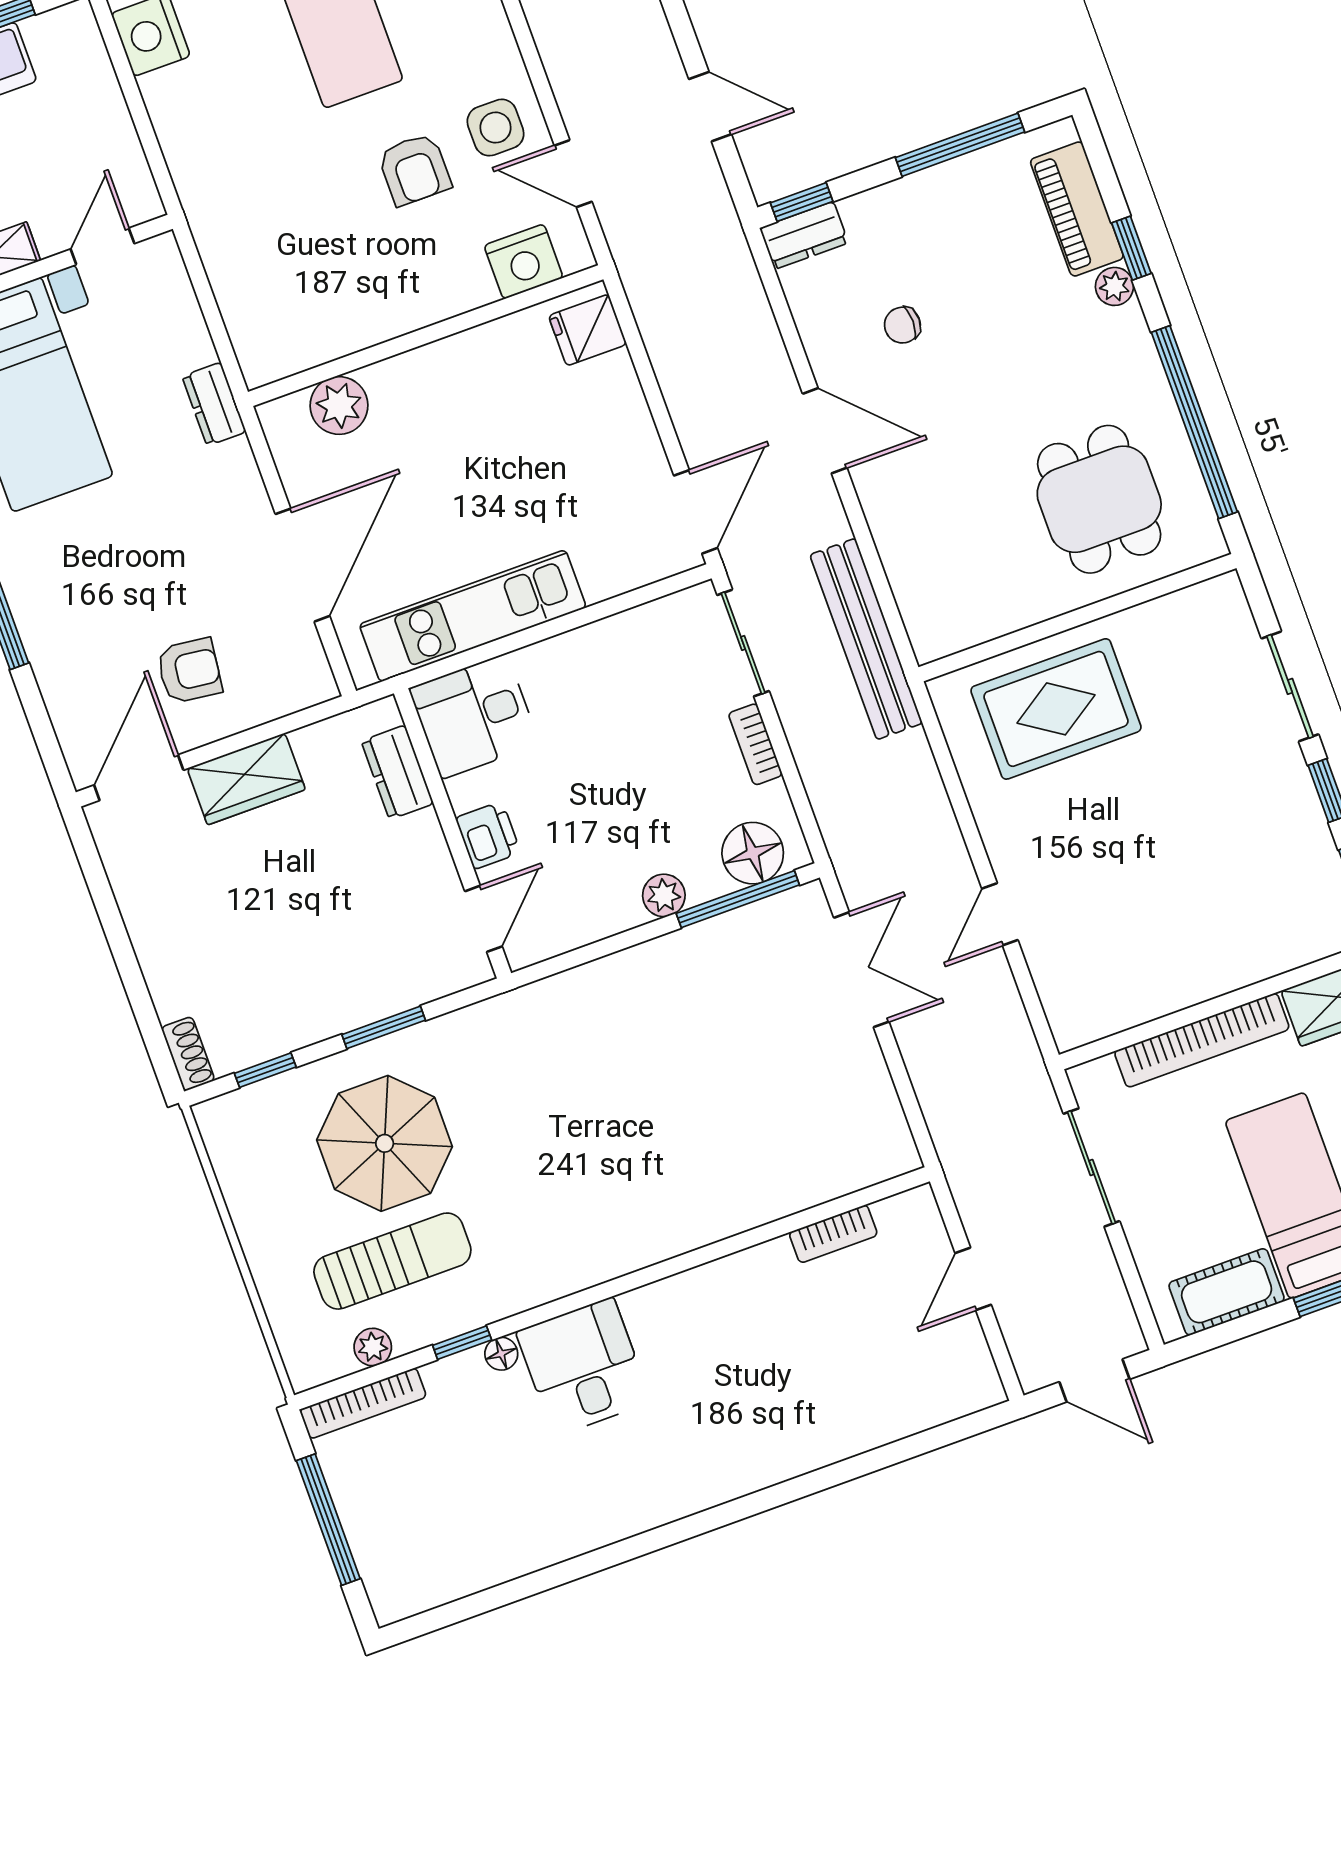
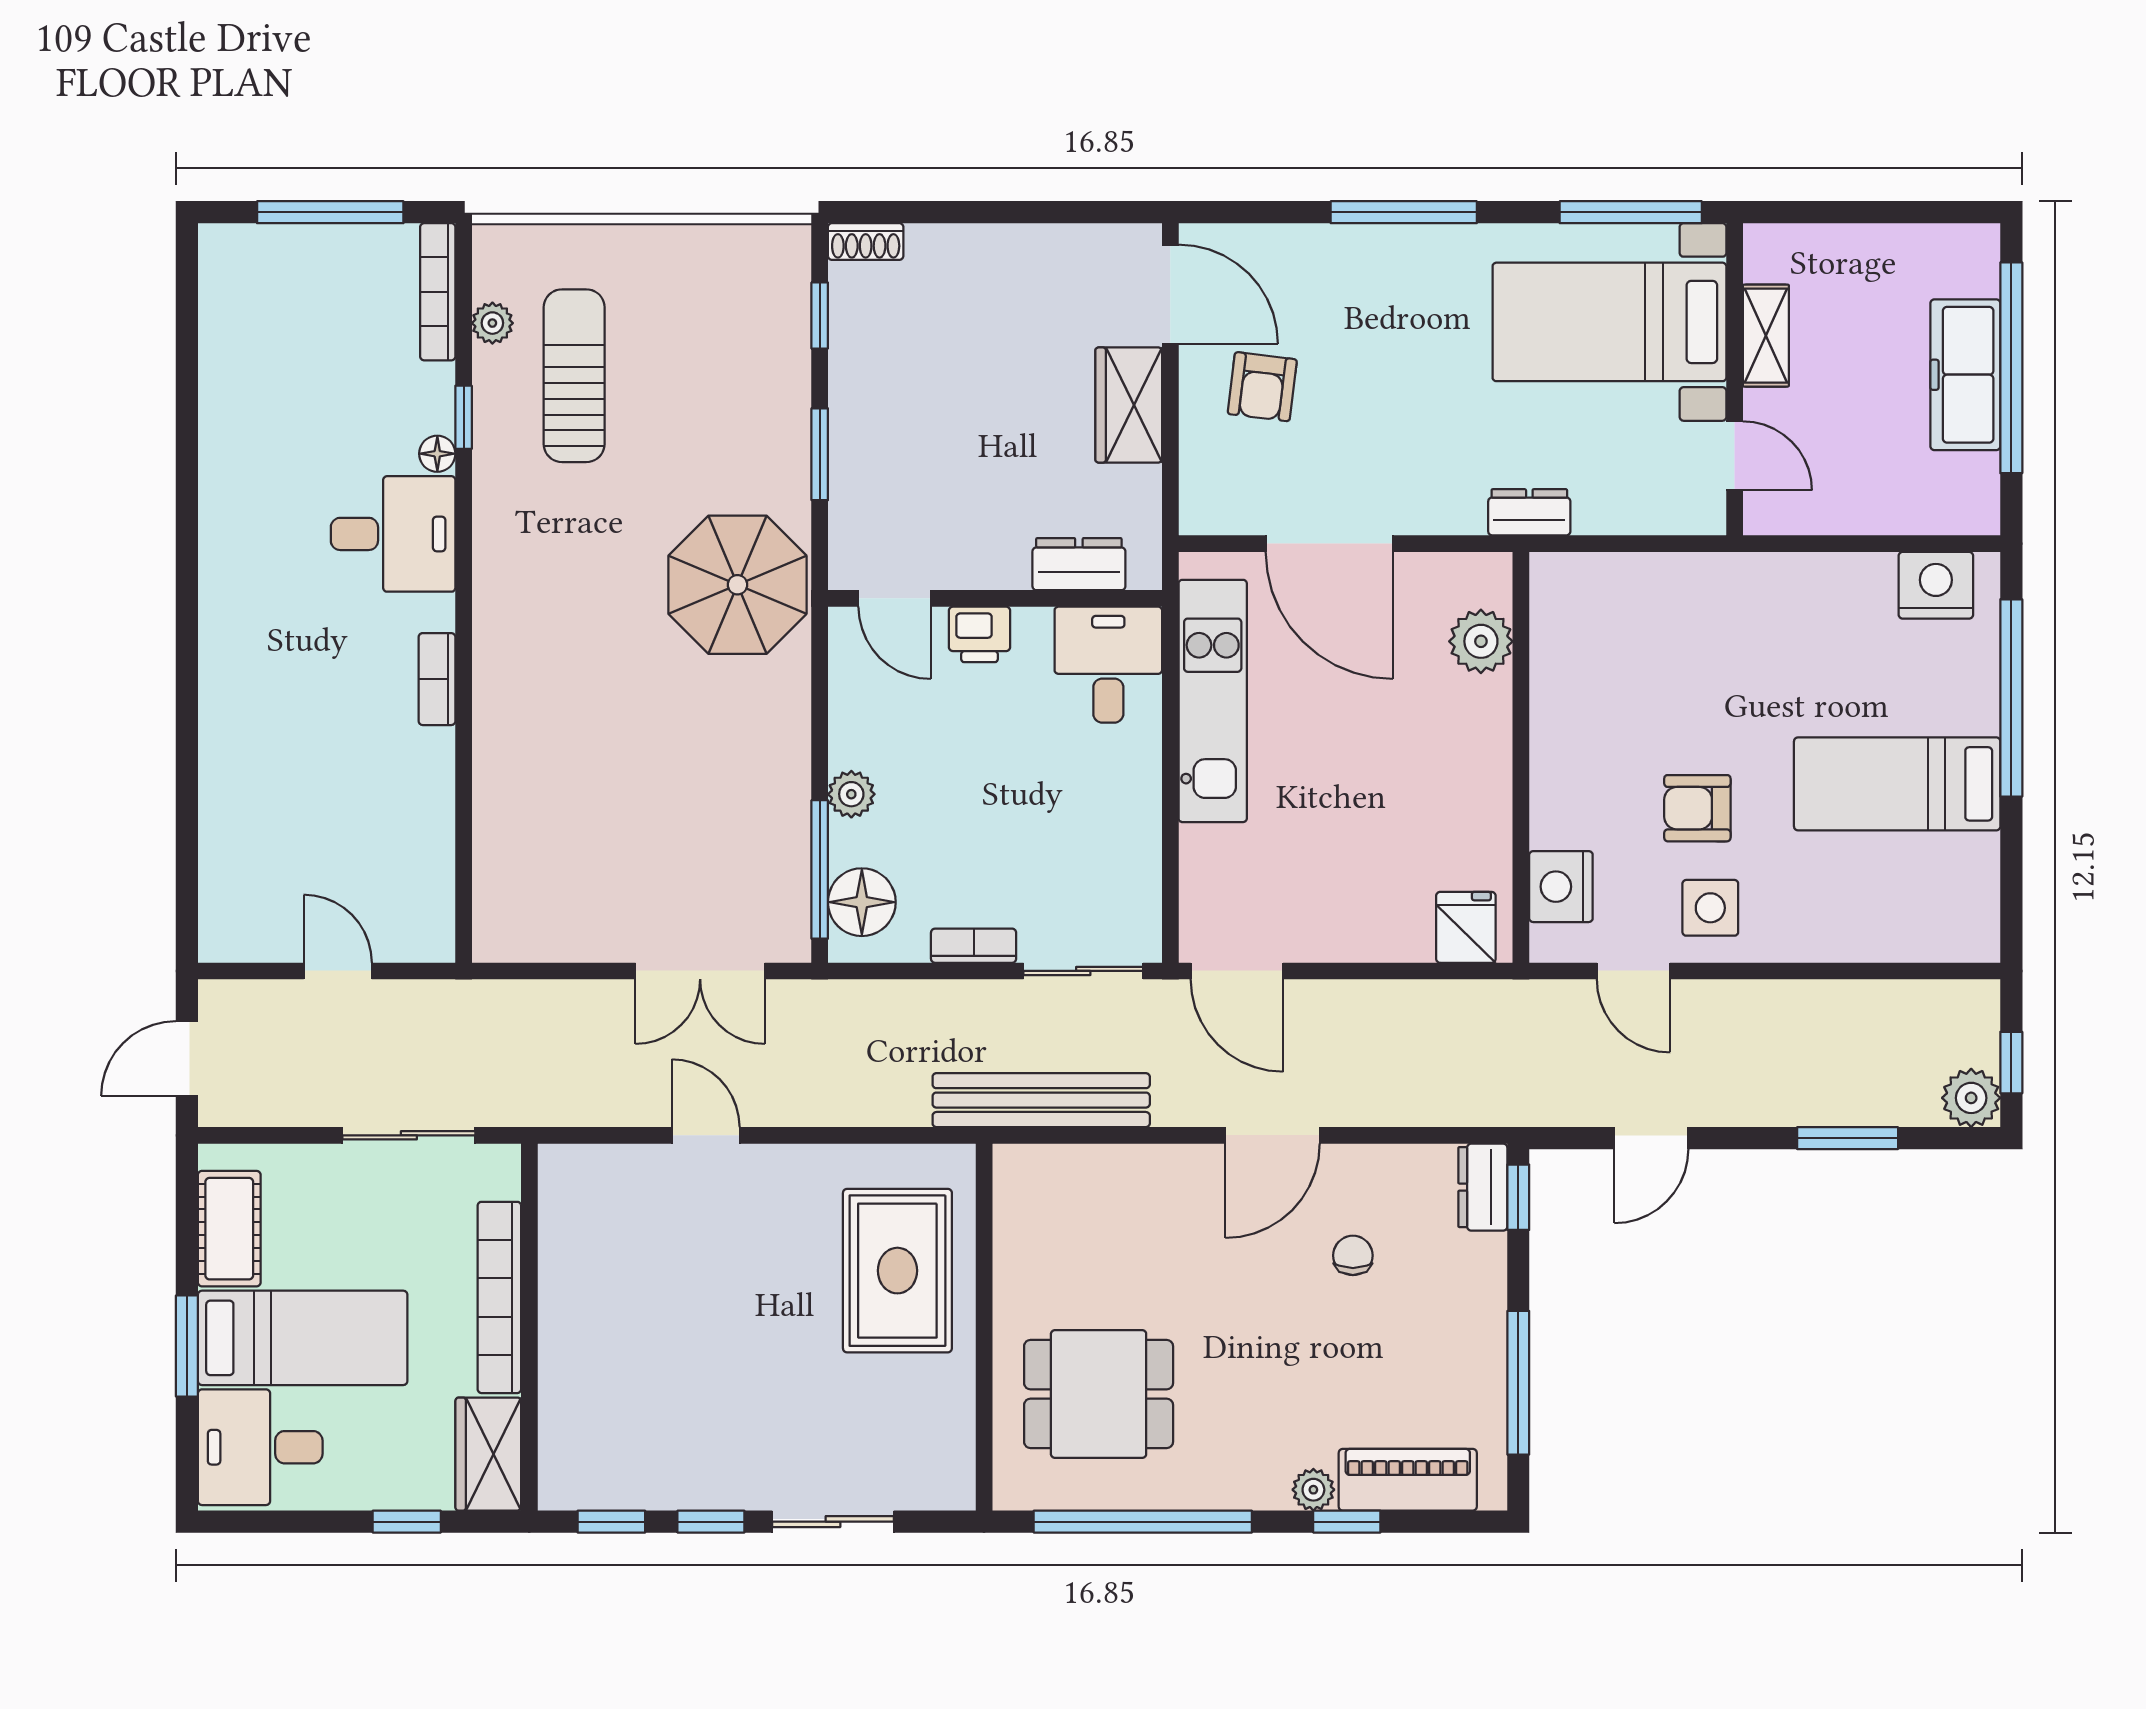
door: (573, 174) -> (1633, 971), swing flipped
parasol: (385, 1143) -> (737, 585), moved
bookcase: (833, 1234) -> (437, 679), moved
sun lounger: (392, 1261) -> (574, 376), turned 180

